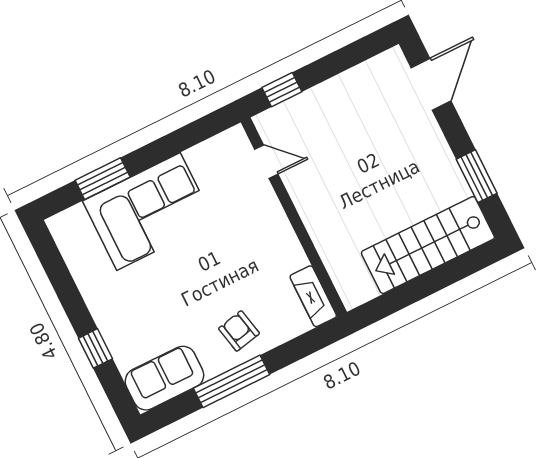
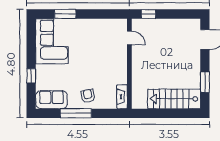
corner sofa: (149, 211) -> (52, 41), moved, turned -90

